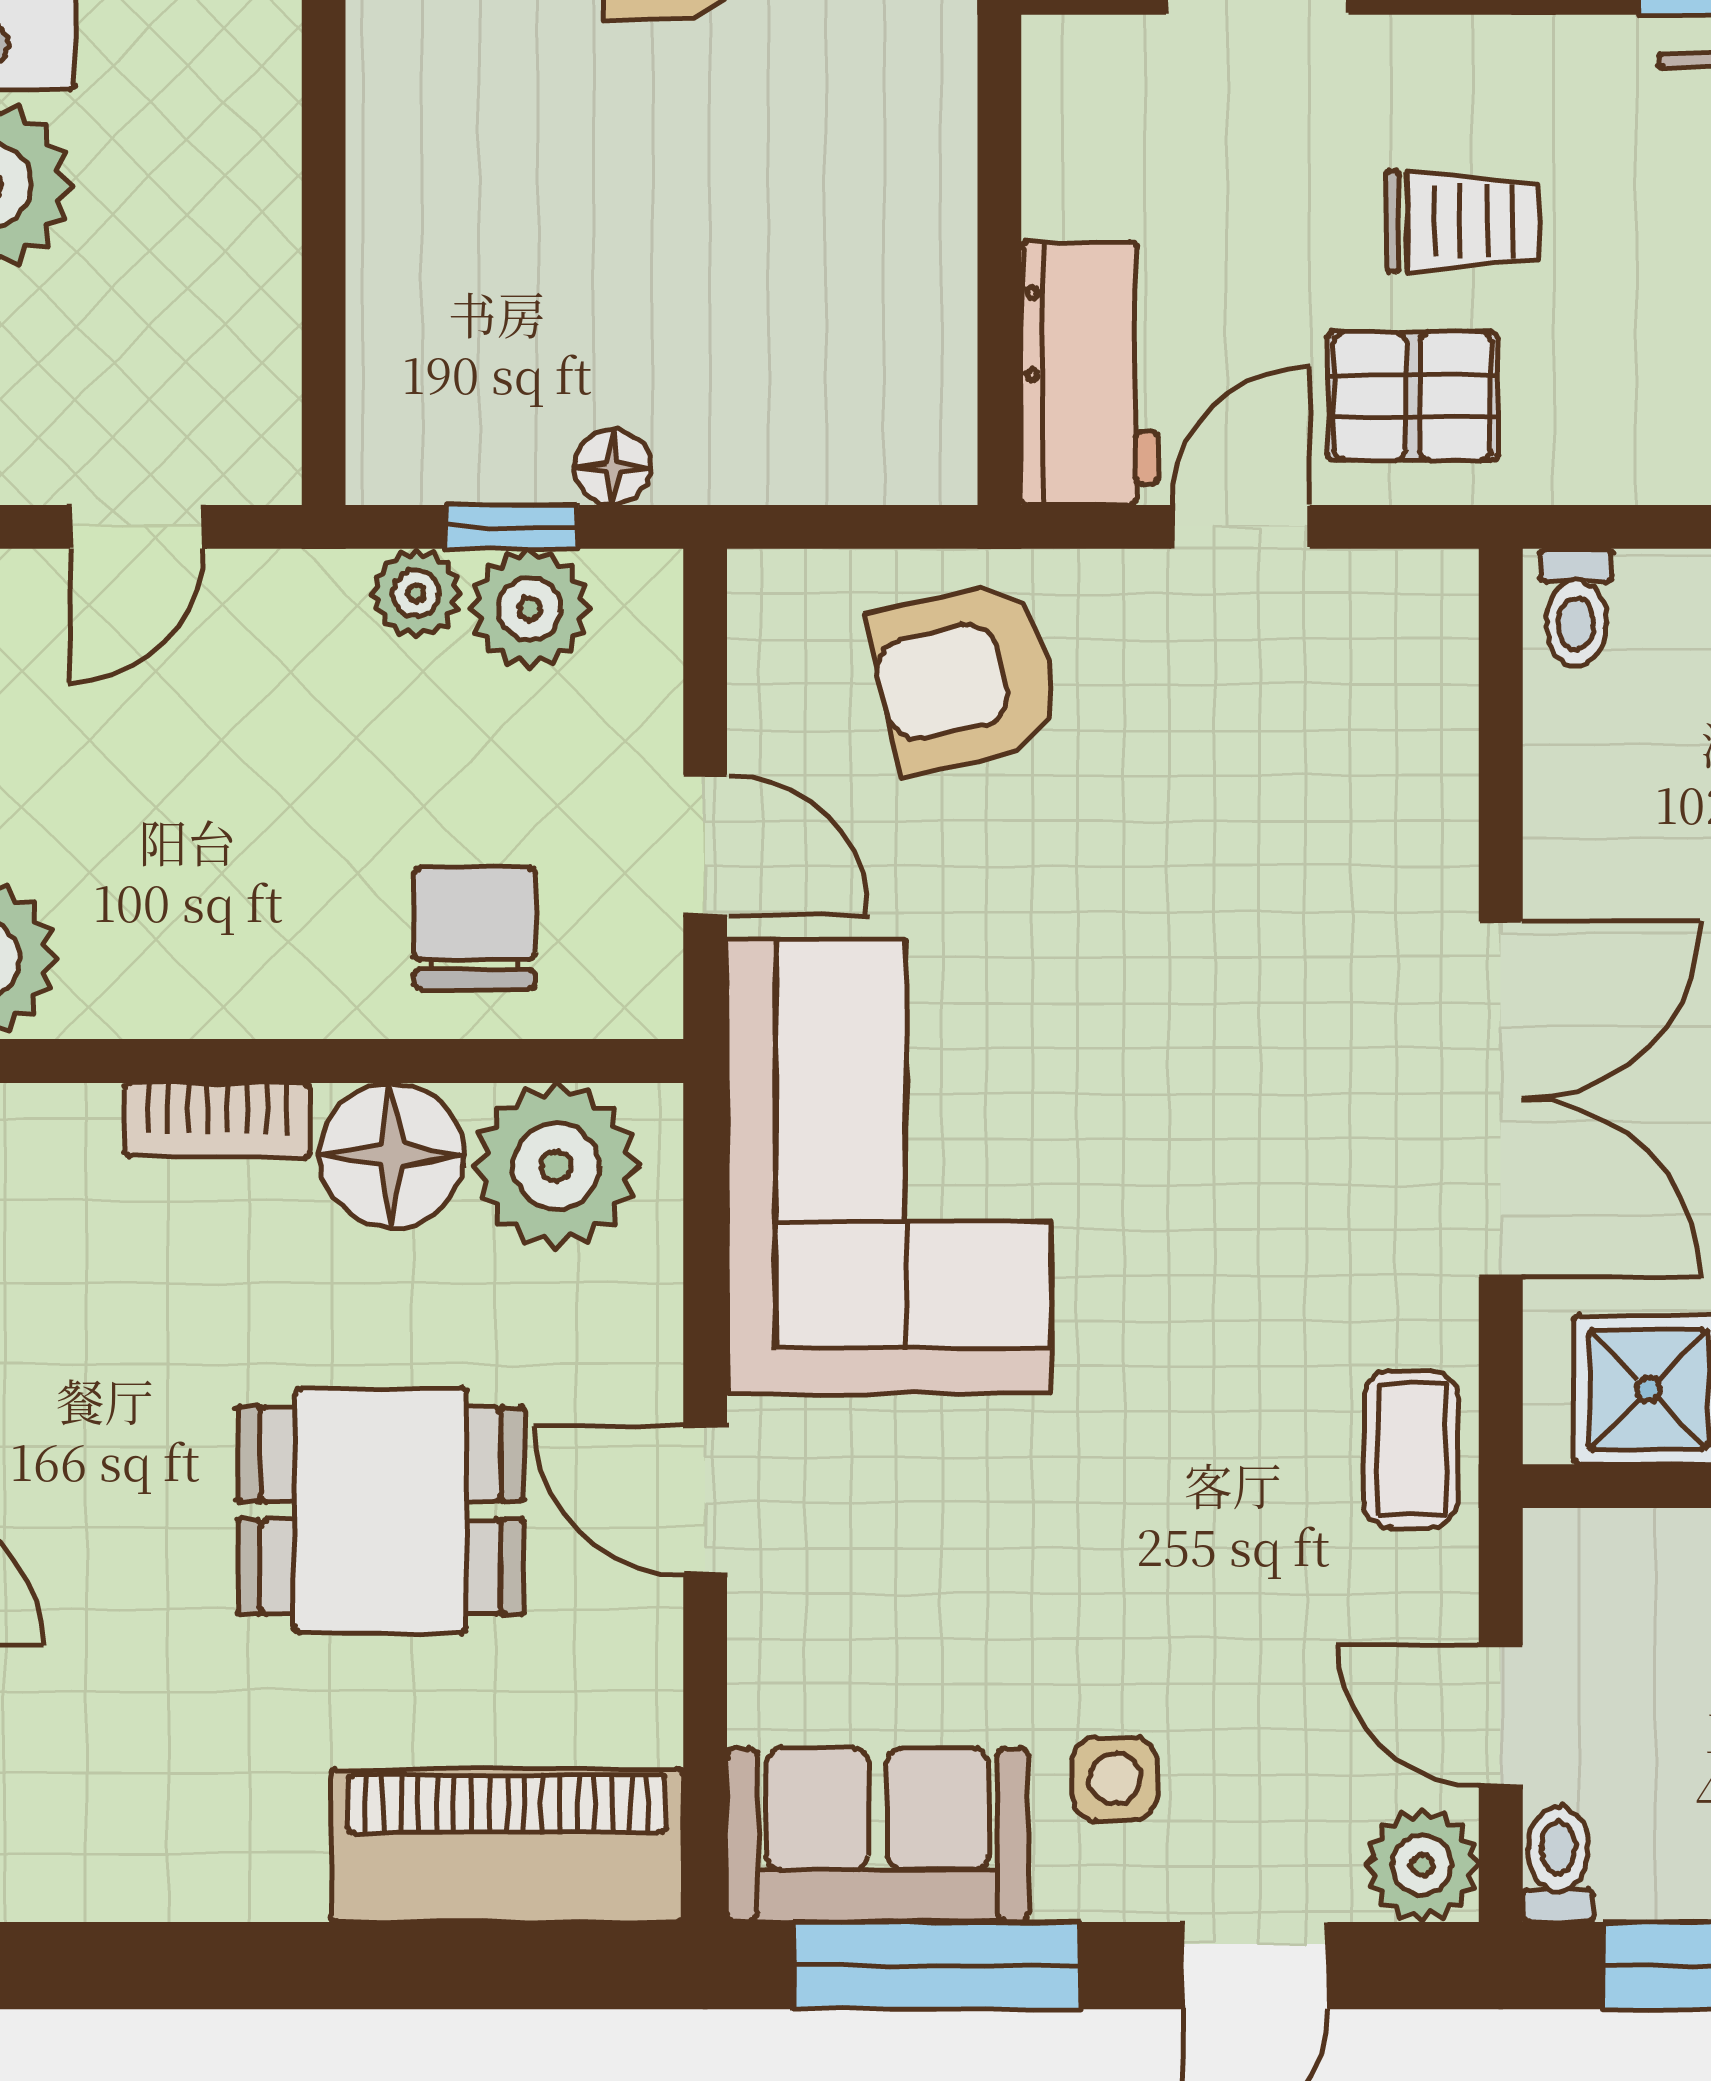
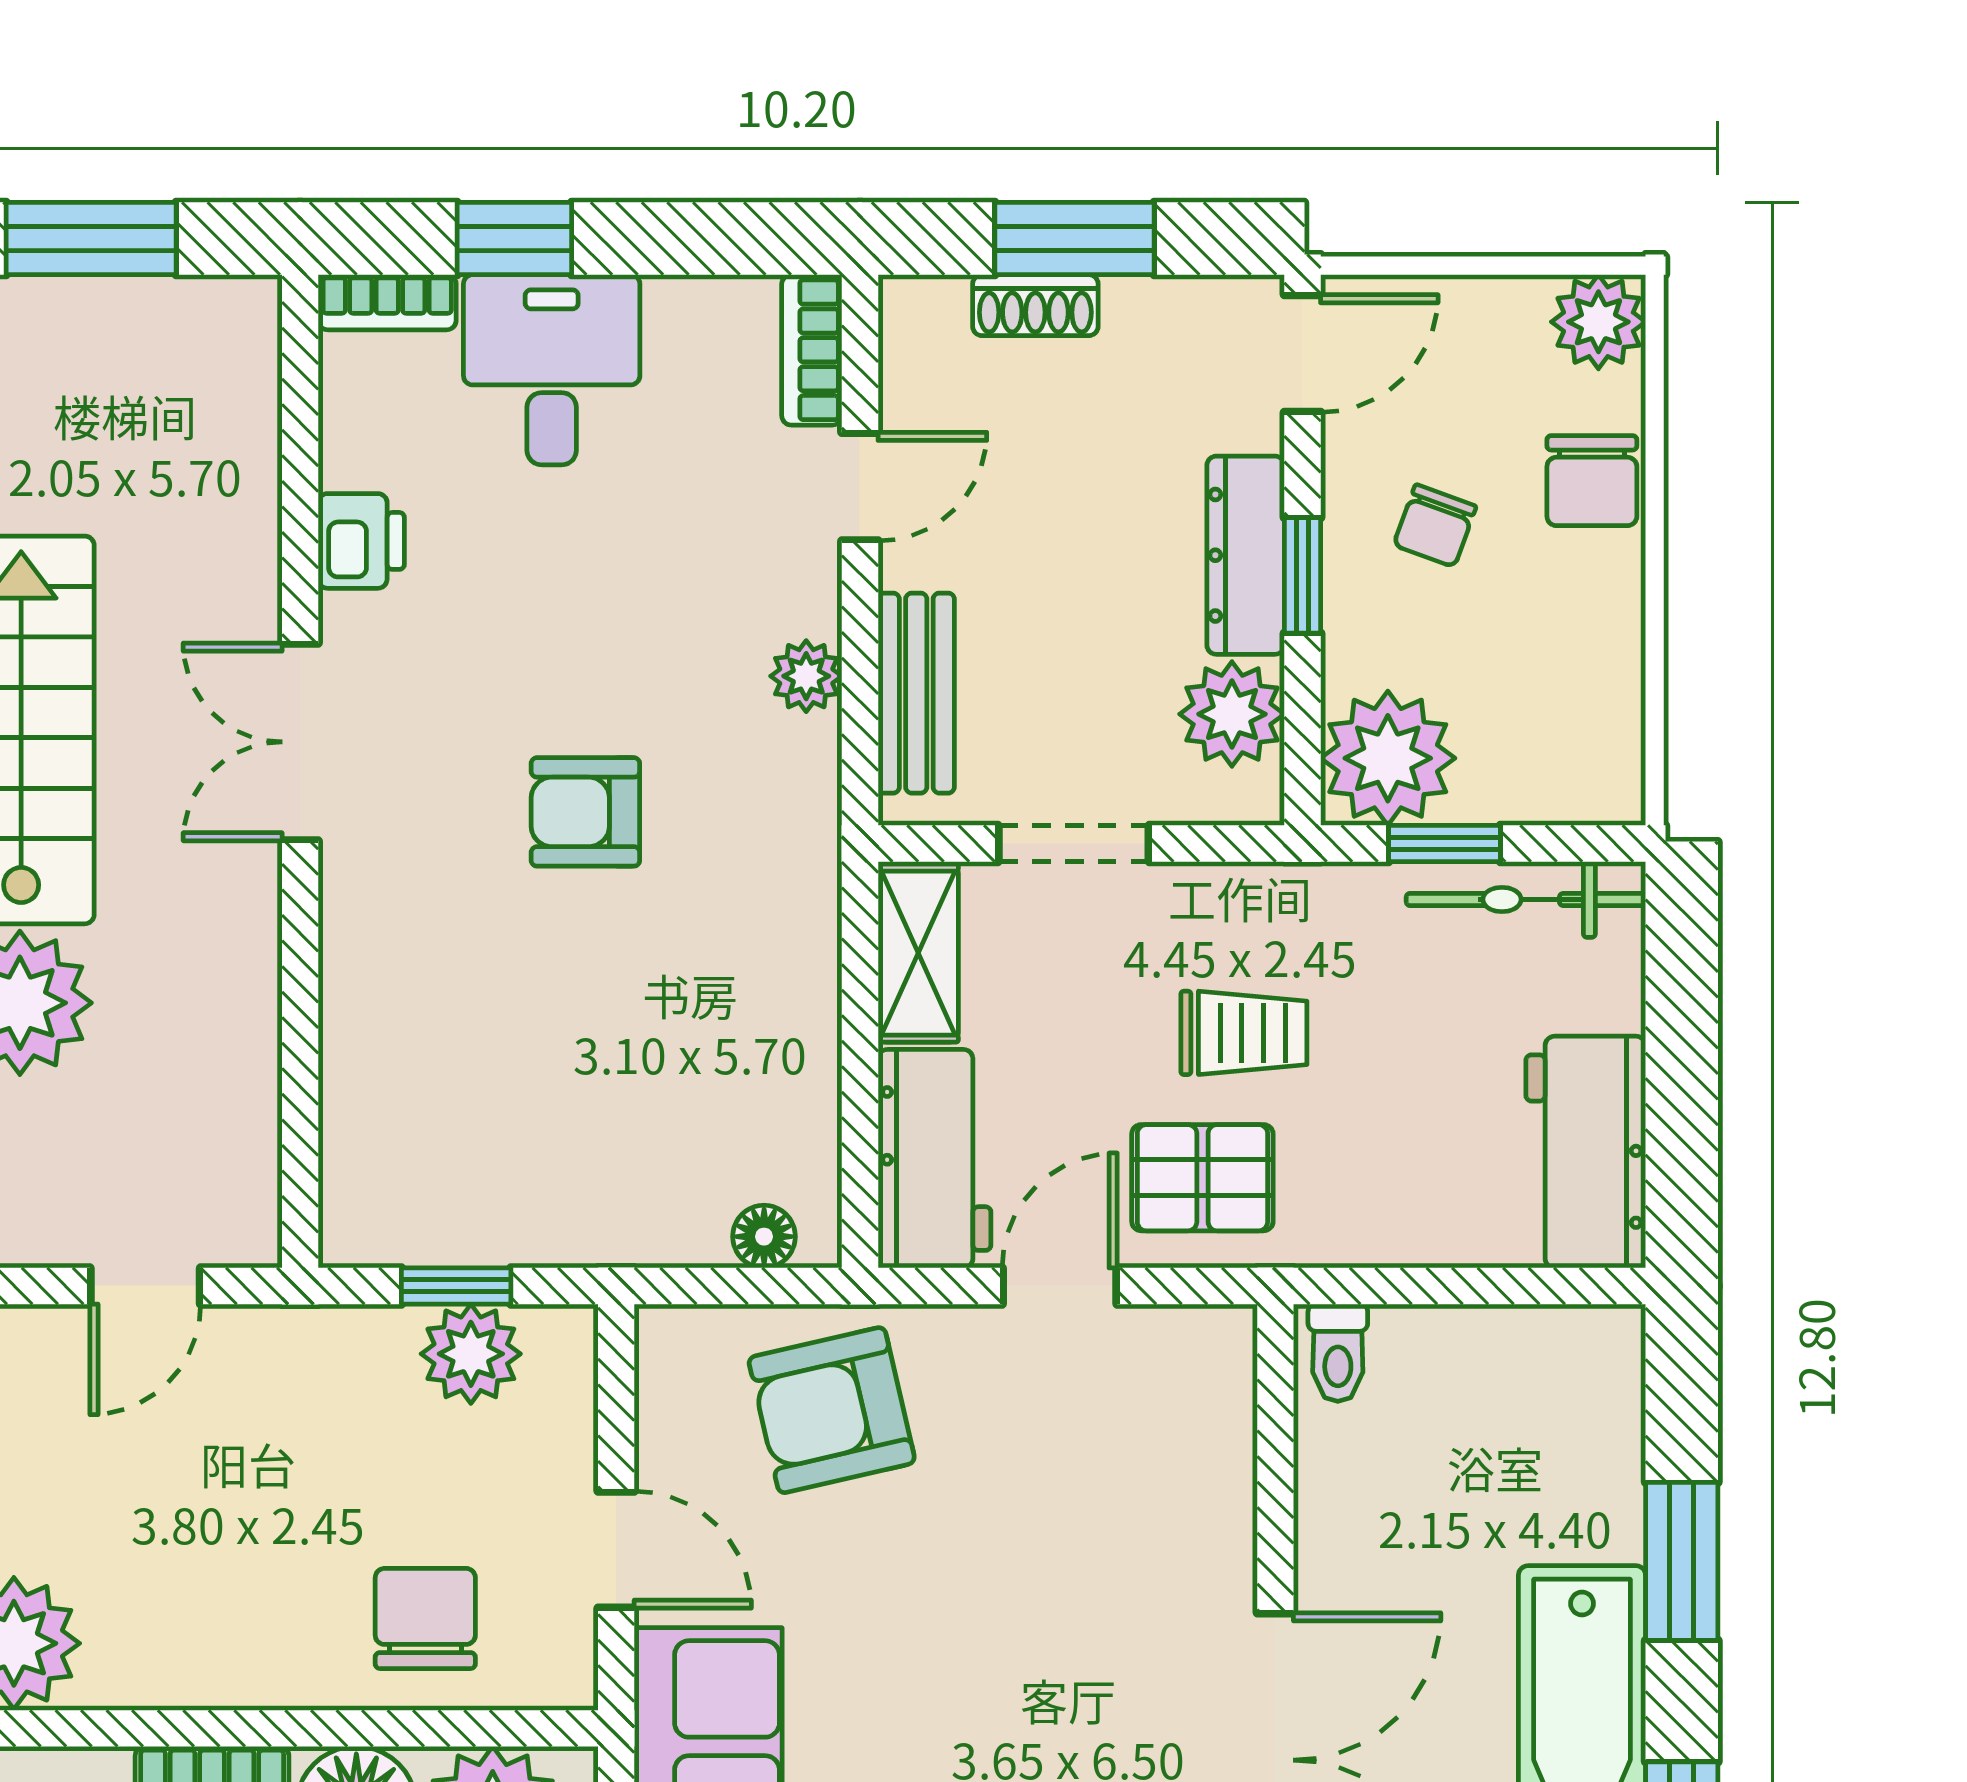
shelving: (1070, 125) -> (918, 953), added
floor lamp: (612, 467) -> (764, 1237), moved
plant: (416, 593) -> (377, 1341), removed

